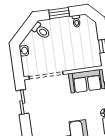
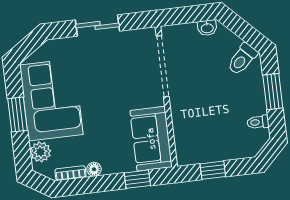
sliding door: (22, 102) -> (97, 25), moved

